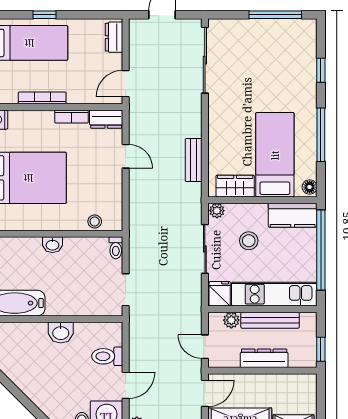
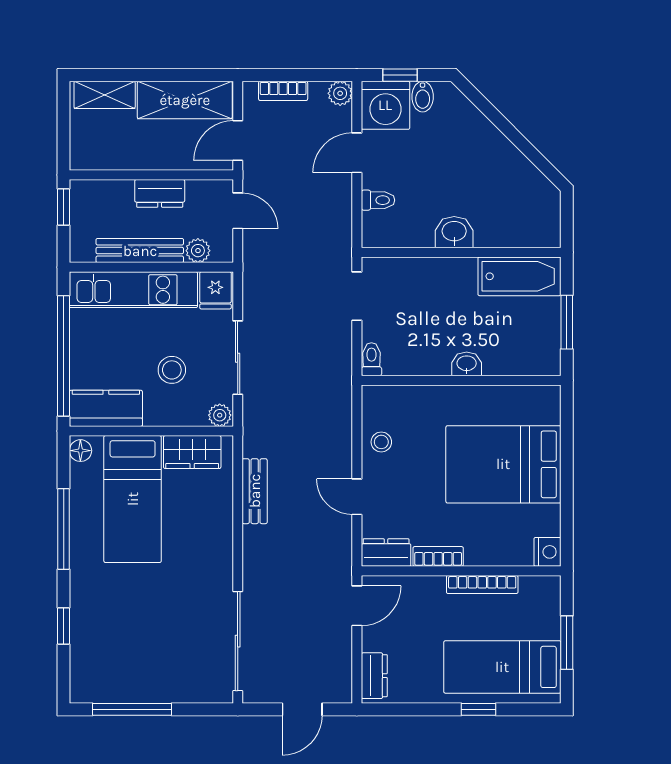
stool: (95, 221) -> (381, 442), moved
toilet: (107, 356) -> (378, 200), width x0.73, depth x0.72
dresser: (264, 358) -> (160, 193), width x0.70

